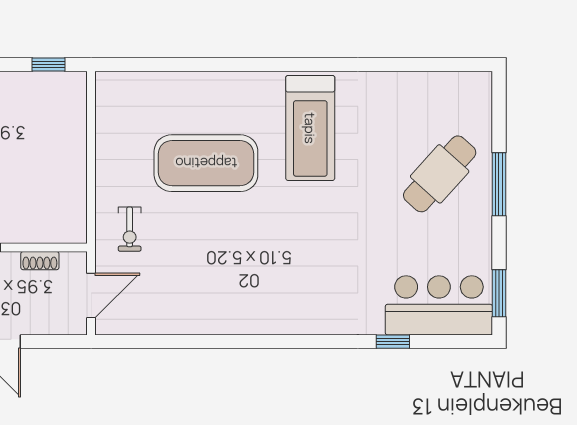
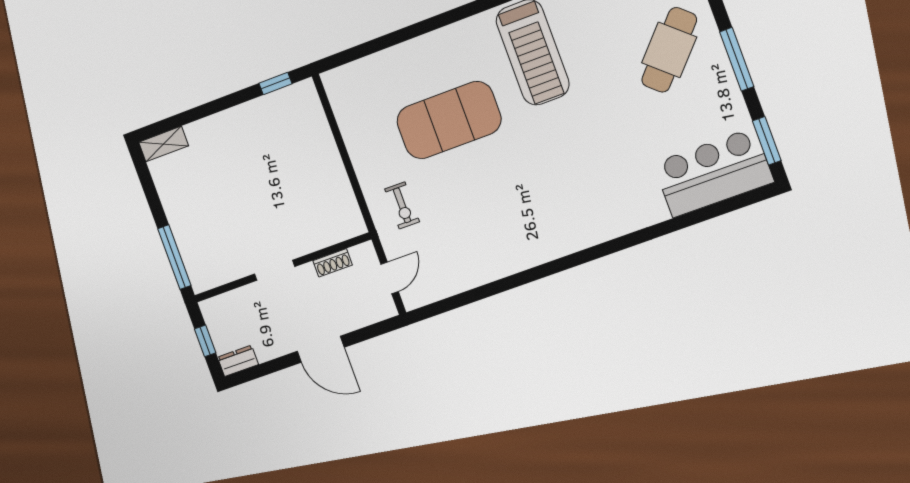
window: (499, 184) -> (737, 59), moved
door: (91, 295) -> (390, 278), width x0.73
window: (393, 342) -> (682, 222), removed

